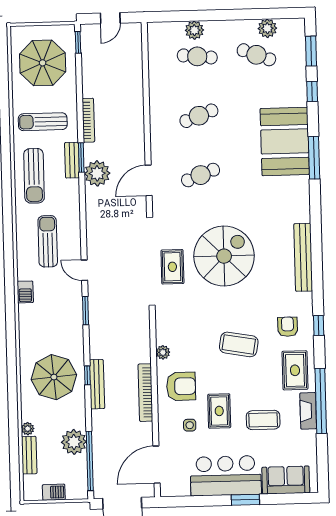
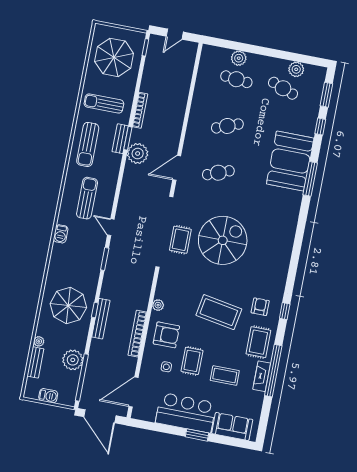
bench: (303, 257) -> (285, 255), removed
coffee table: (239, 344) -> (219, 312), width x1.36, depth x1.32

